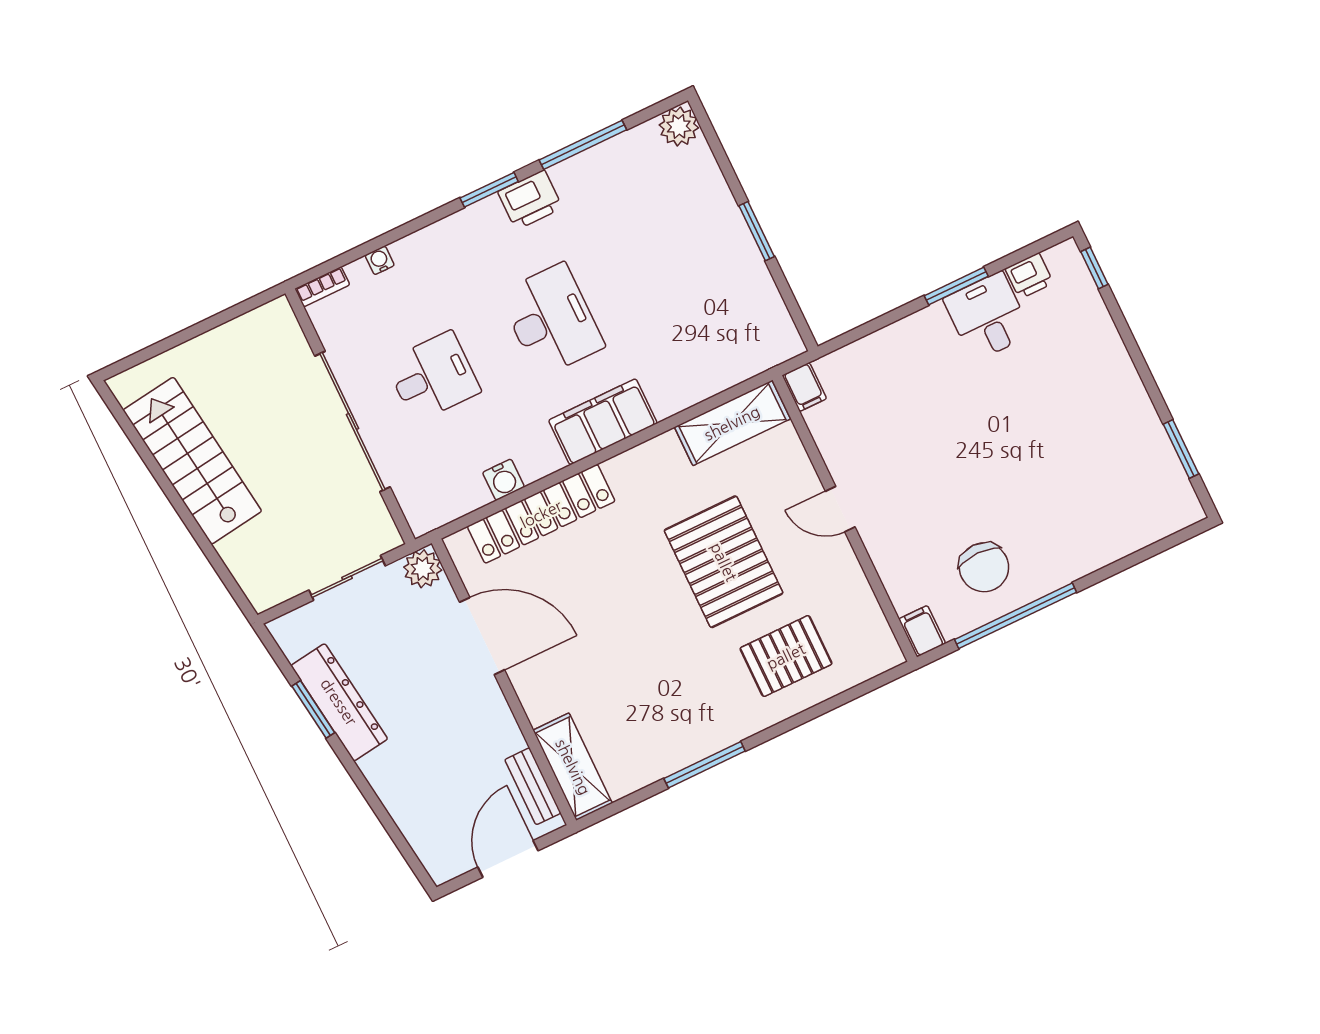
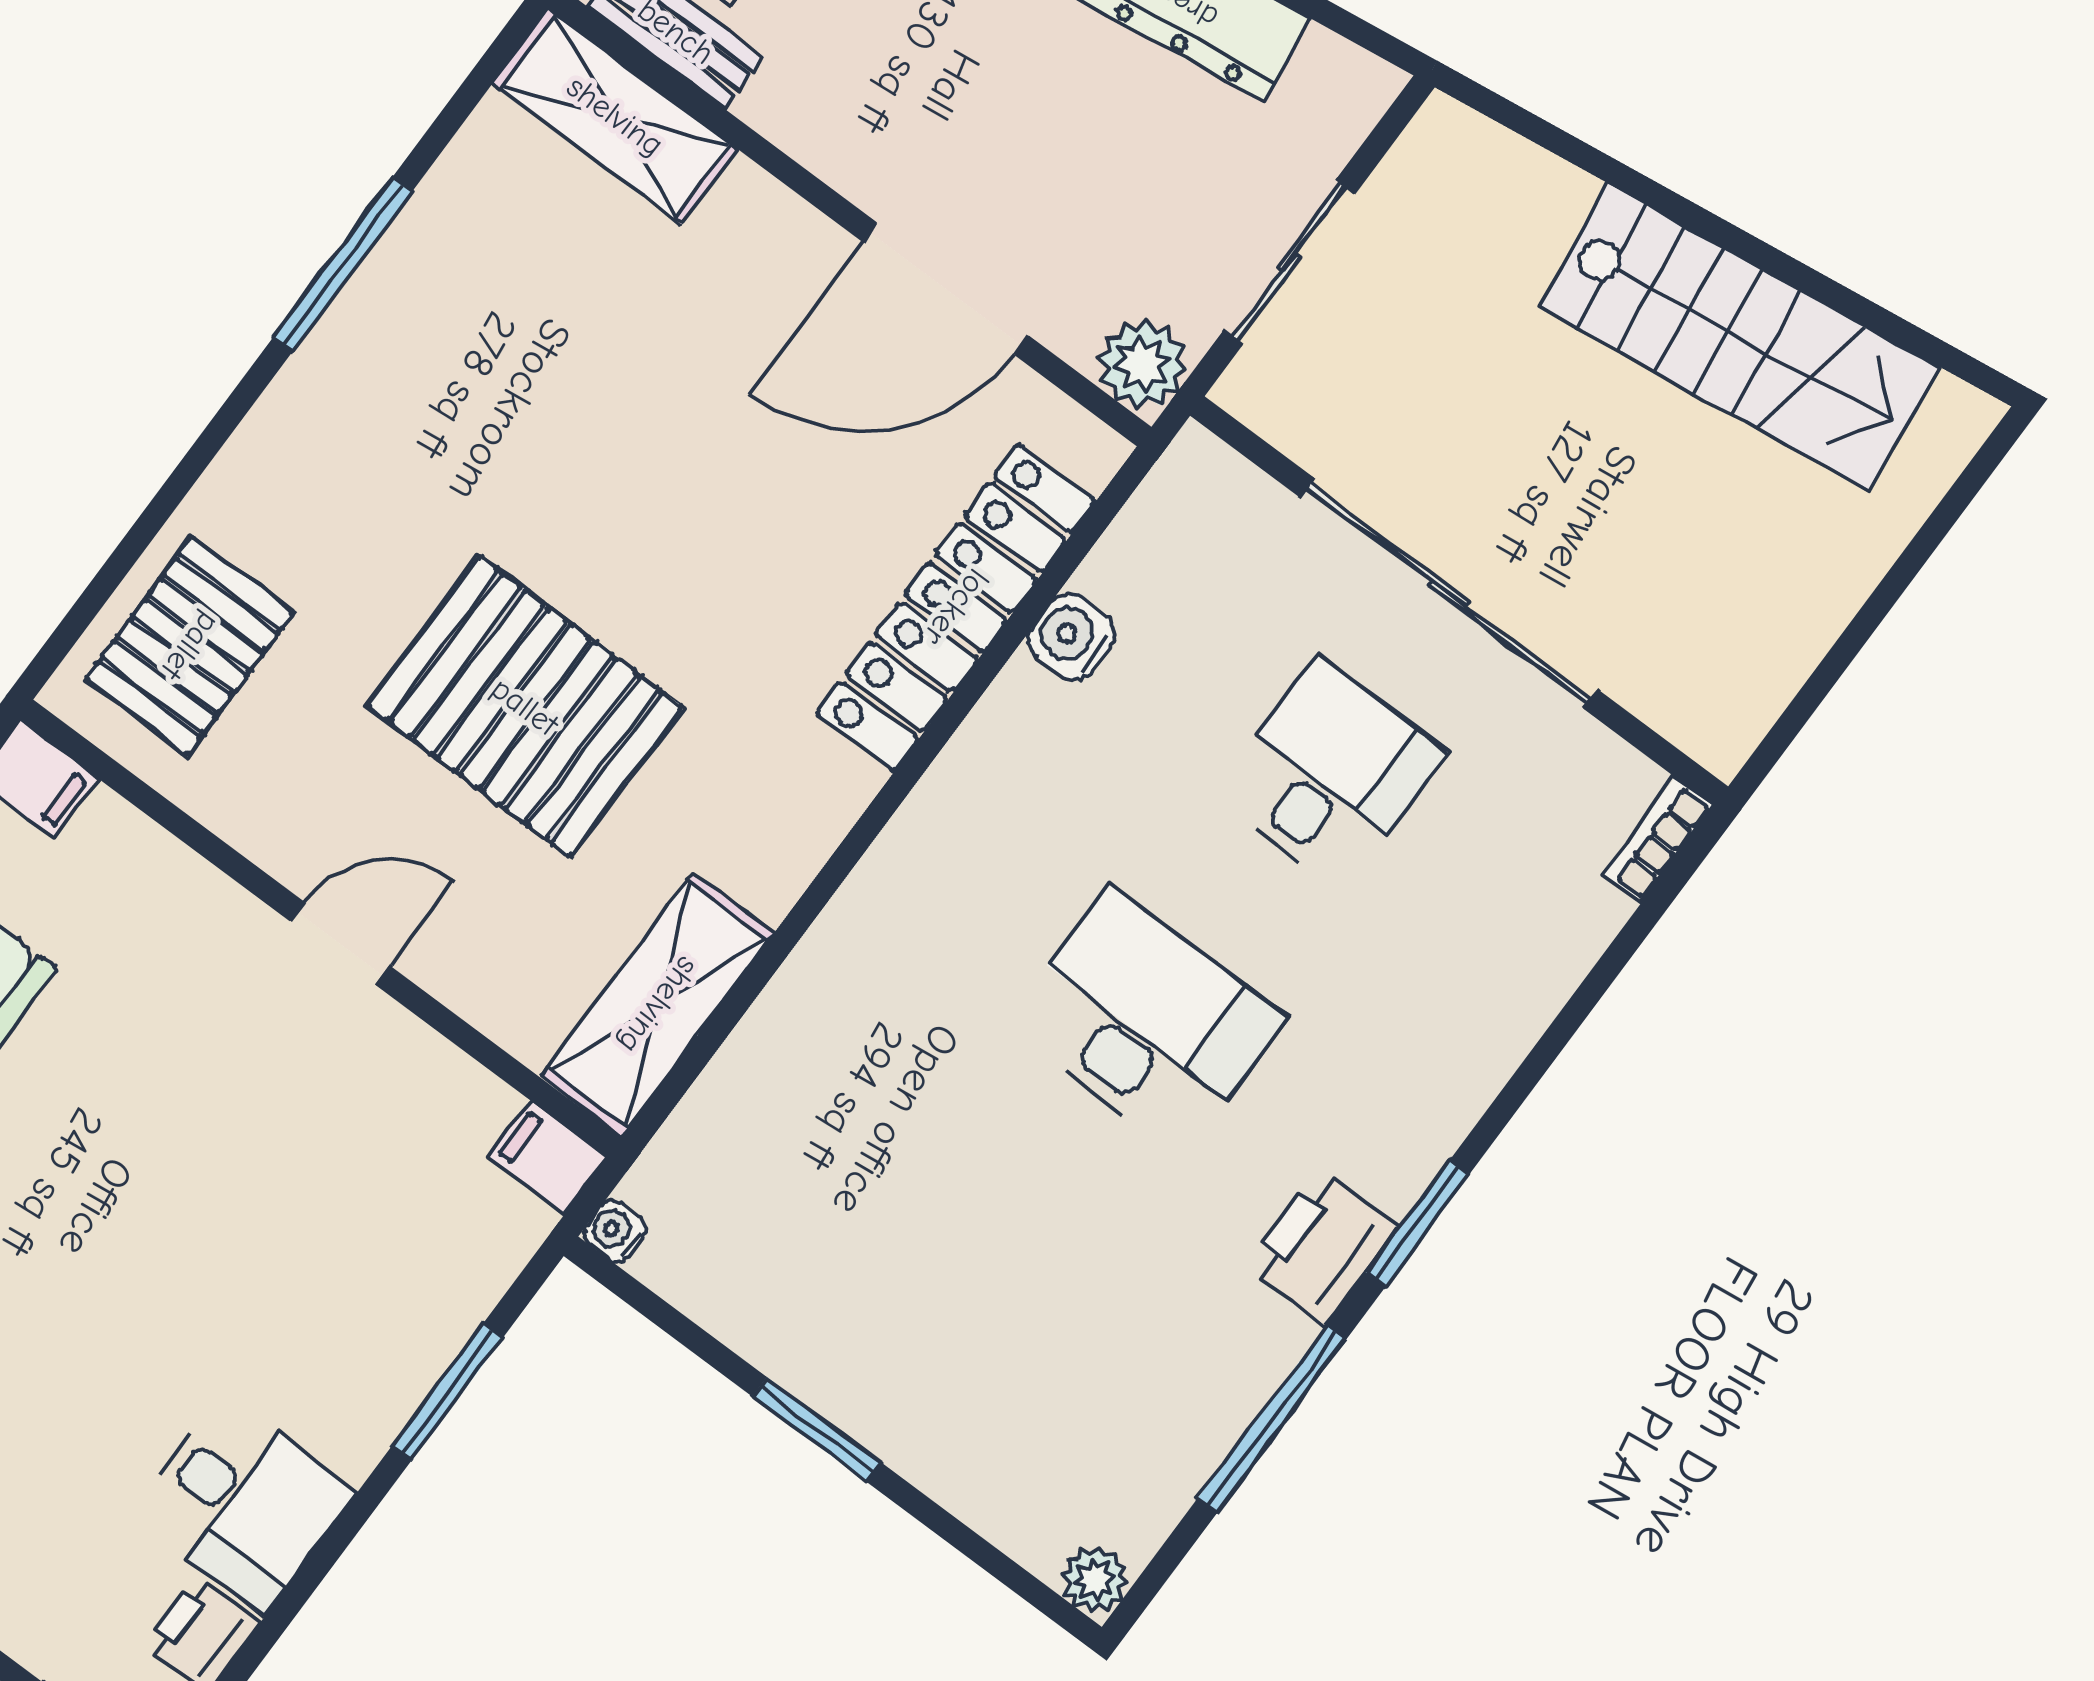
plant: (679, 126) -> (1095, 1580), width x0.73, depth x0.73
water cooler: (380, 260) -> (615, 1231), moved, turned 180
window: (956, 286) -> (447, 1392), moved
desk: (551, 320) -> (1146, 1021), turned 180
desk: (433, 377) -> (1330, 774), turned 180
filing cabinet: (603, 422) -> (928, 866), removed
pallet: (786, 656) -> (190, 646), moved

